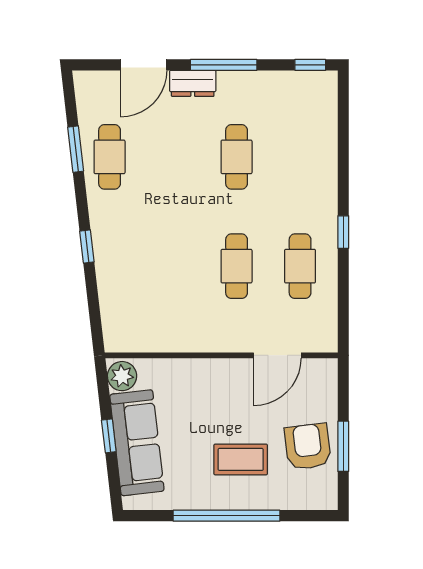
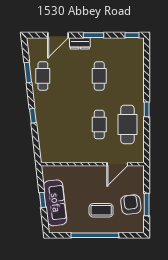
window: (224, 65) -> (94, 35), width x0.69
cafe table: (300, 266) -> (127, 124), width x1.37, depth x1.35
plant: (122, 376) -> (48, 173), removed

